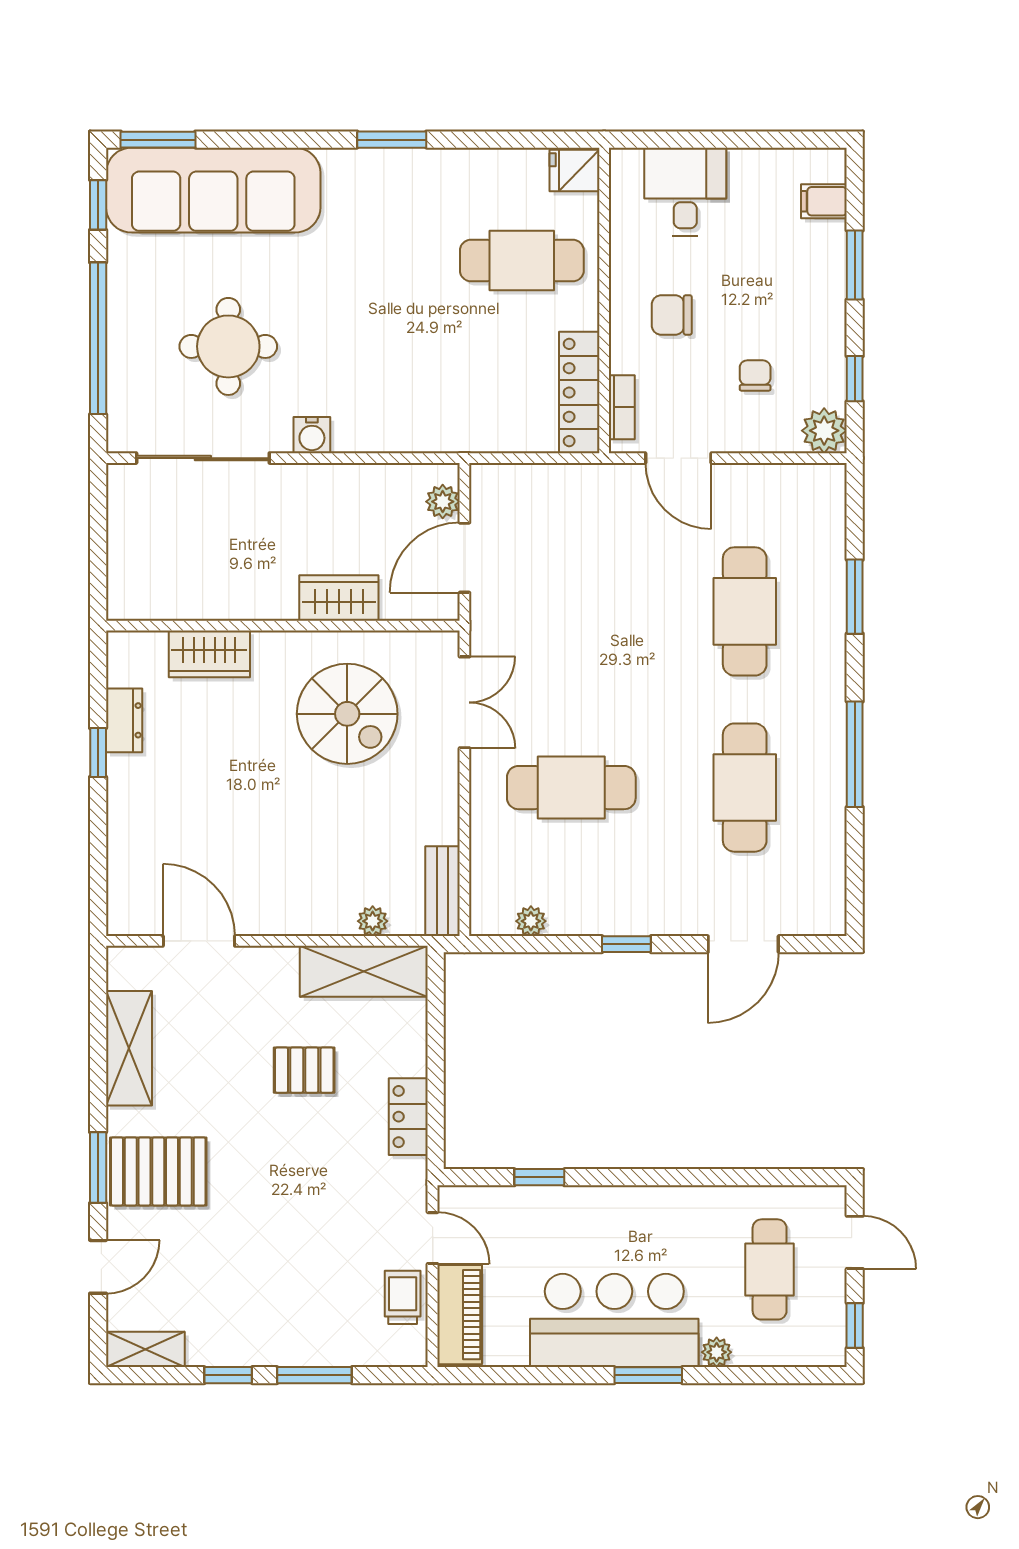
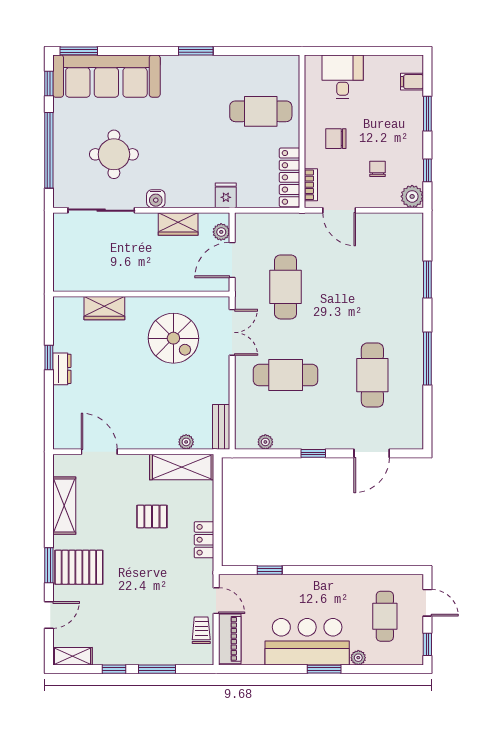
fridge: (574, 171) -> (226, 195), moved, turned 90
wardrobe: (339, 598) -> (178, 224), moved, turned 180
cafe table: (745, 611) -> (286, 287), moved
dresser: (124, 720) -> (62, 369), moved

